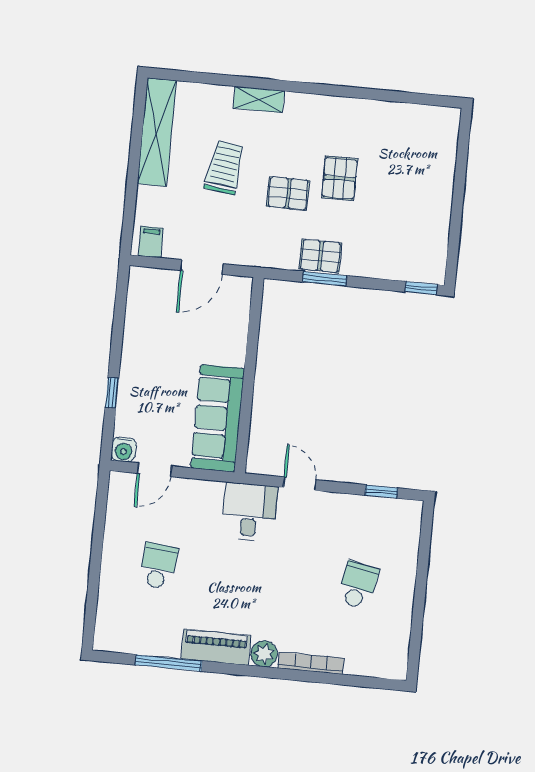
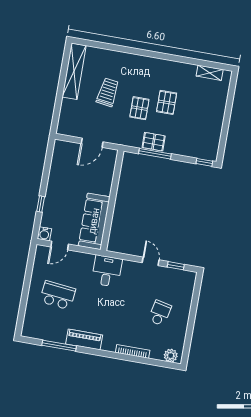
shelving: (259, 99) -> (210, 73), moved
pallet: (288, 193) -> (139, 108), turned 90
filing cabinet: (151, 242) -> (67, 128), removed
window: (325, 279) -> (155, 154), width x1.44
door: (300, 484) -> (151, 261), moved
school desk: (158, 566) -> (58, 295), width x1.85
plant: (264, 654) -> (171, 356), moved

